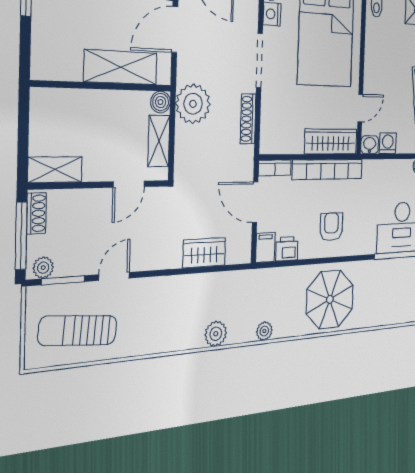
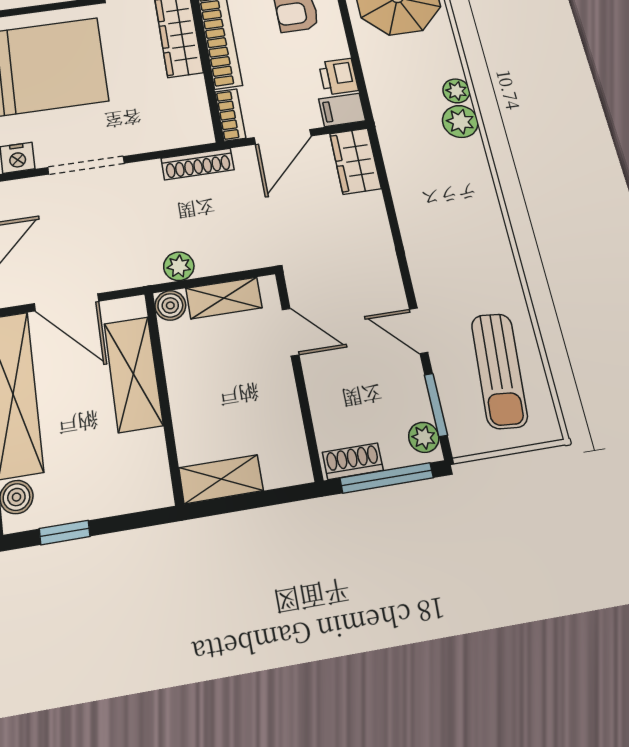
plant: (193, 104) -> (179, 266), width x0.53, depth x0.53
shoe rack: (248, 119) -> (198, 164), moved
shelving: (55, 170) -> (221, 479), moved, turned 90
wardrobe: (204, 253) -> (355, 161), moved
plant: (216, 334) -> (460, 121), moved

